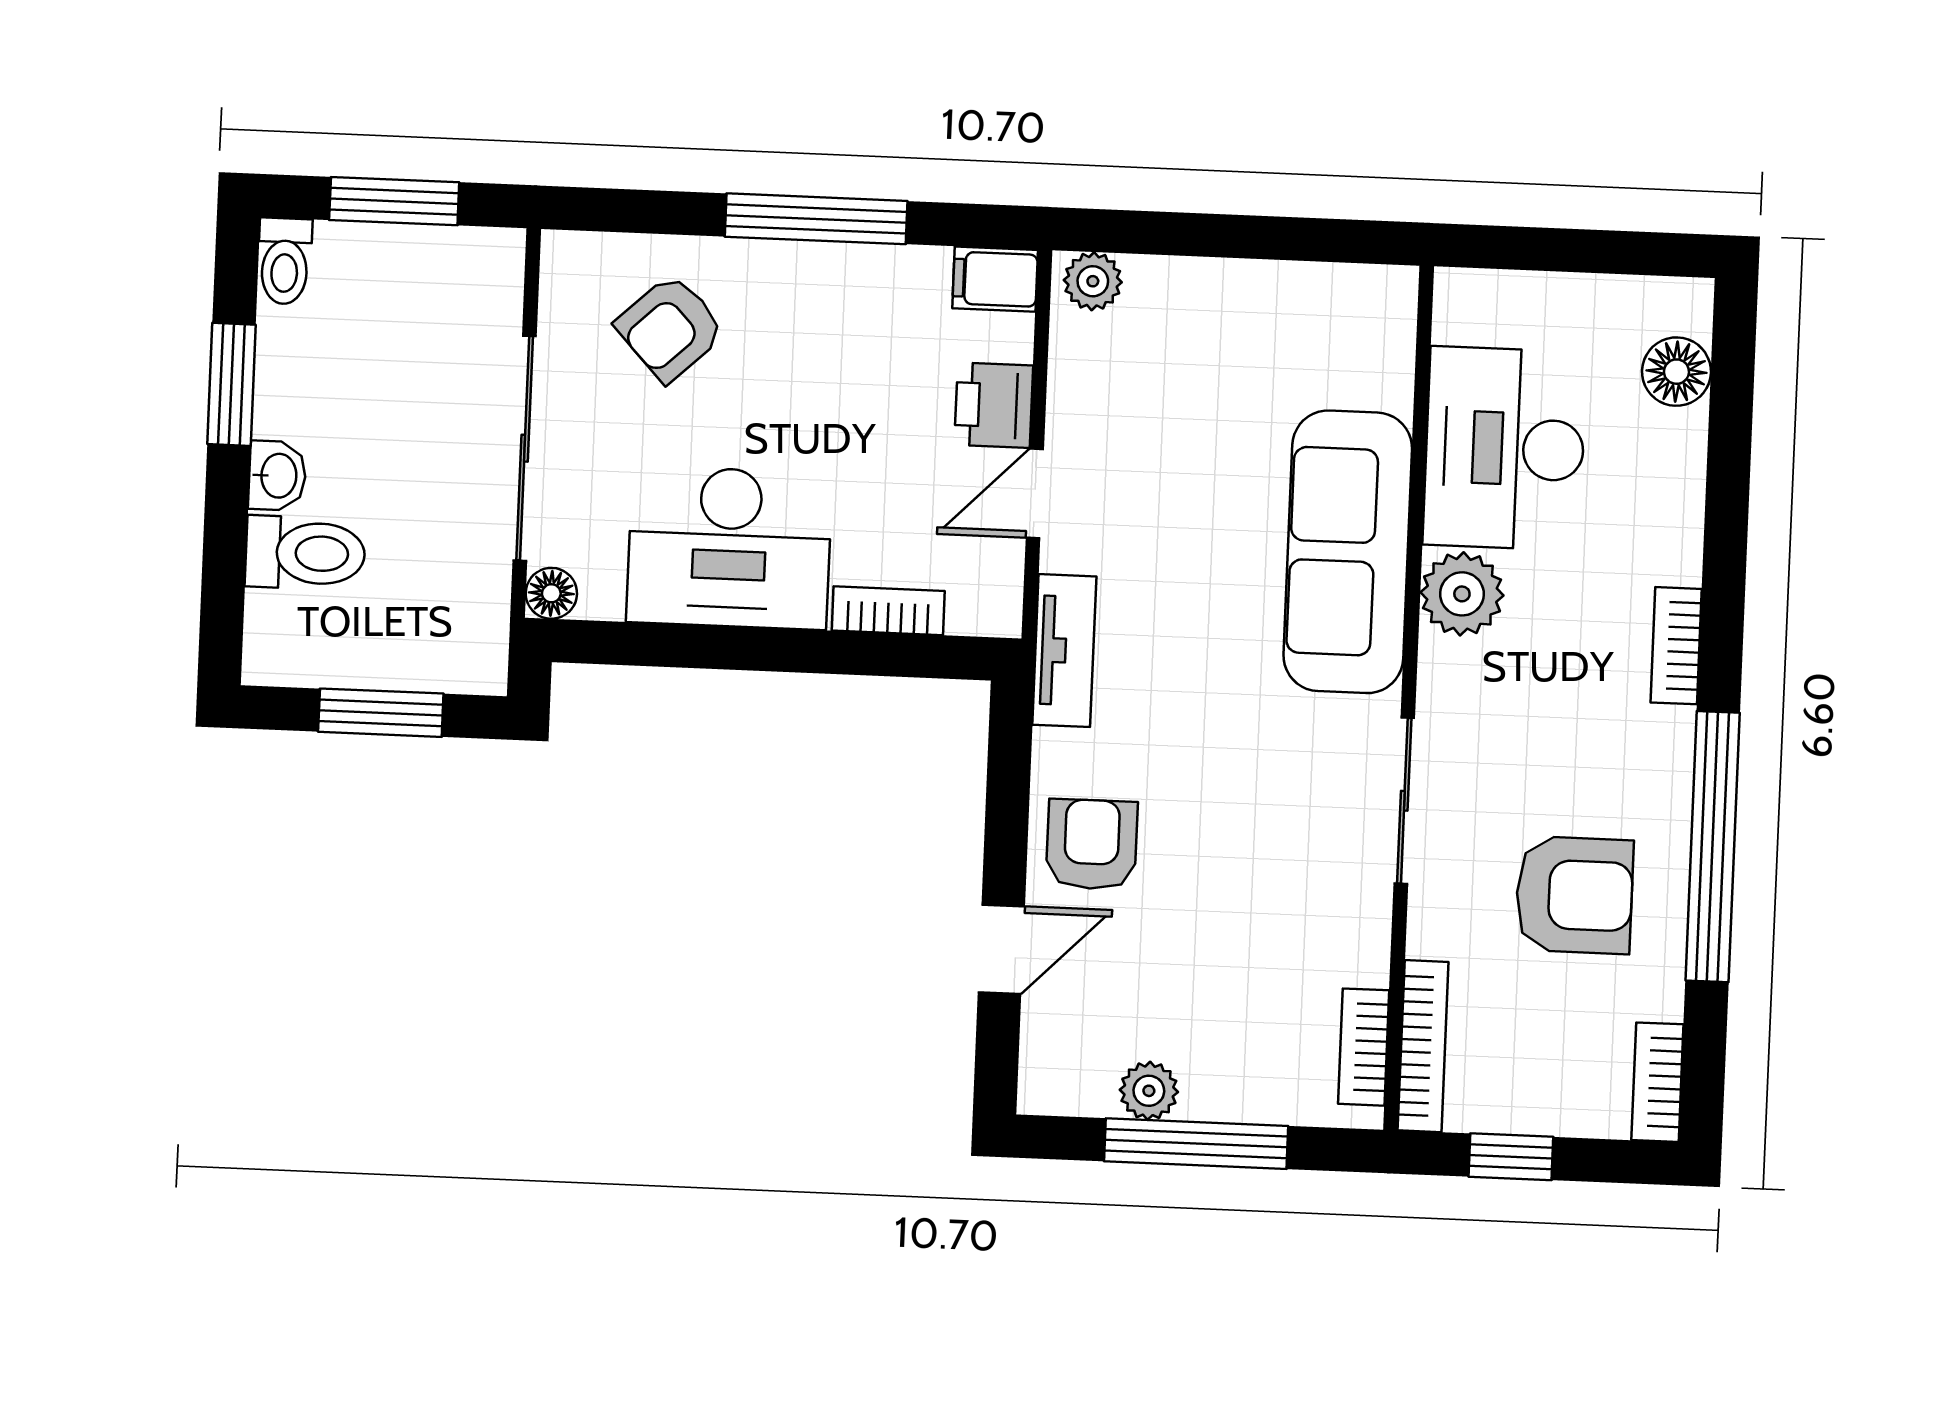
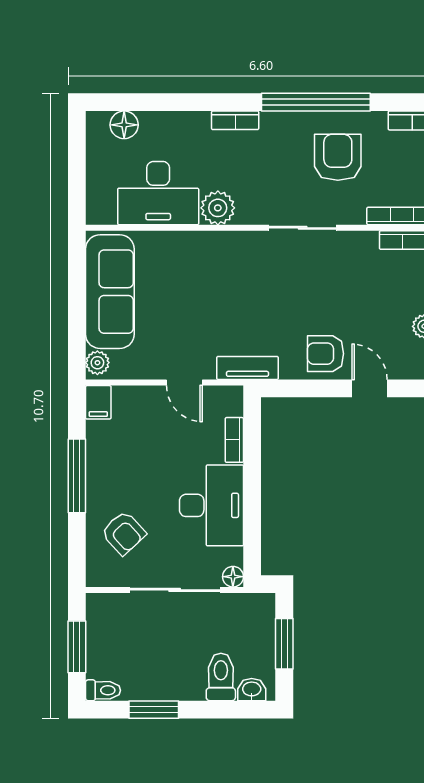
printer: (994, 405) -> (149, 401), removed
washbasin: (277, 476) -> (252, 690), moved
sofa: (1348, 552) -> (110, 292), moved, turned -90

